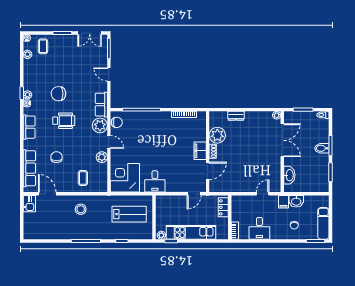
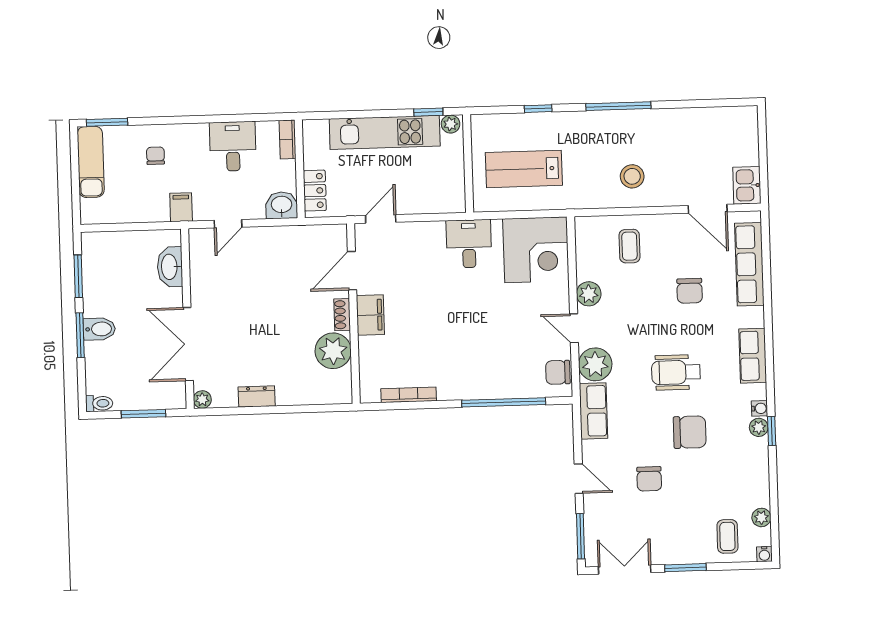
chair: (77, 73) -> (649, 479), added
dresser: (236, 116) -> (257, 396), moved
washbasin: (296, 201) -> (282, 205), moved

